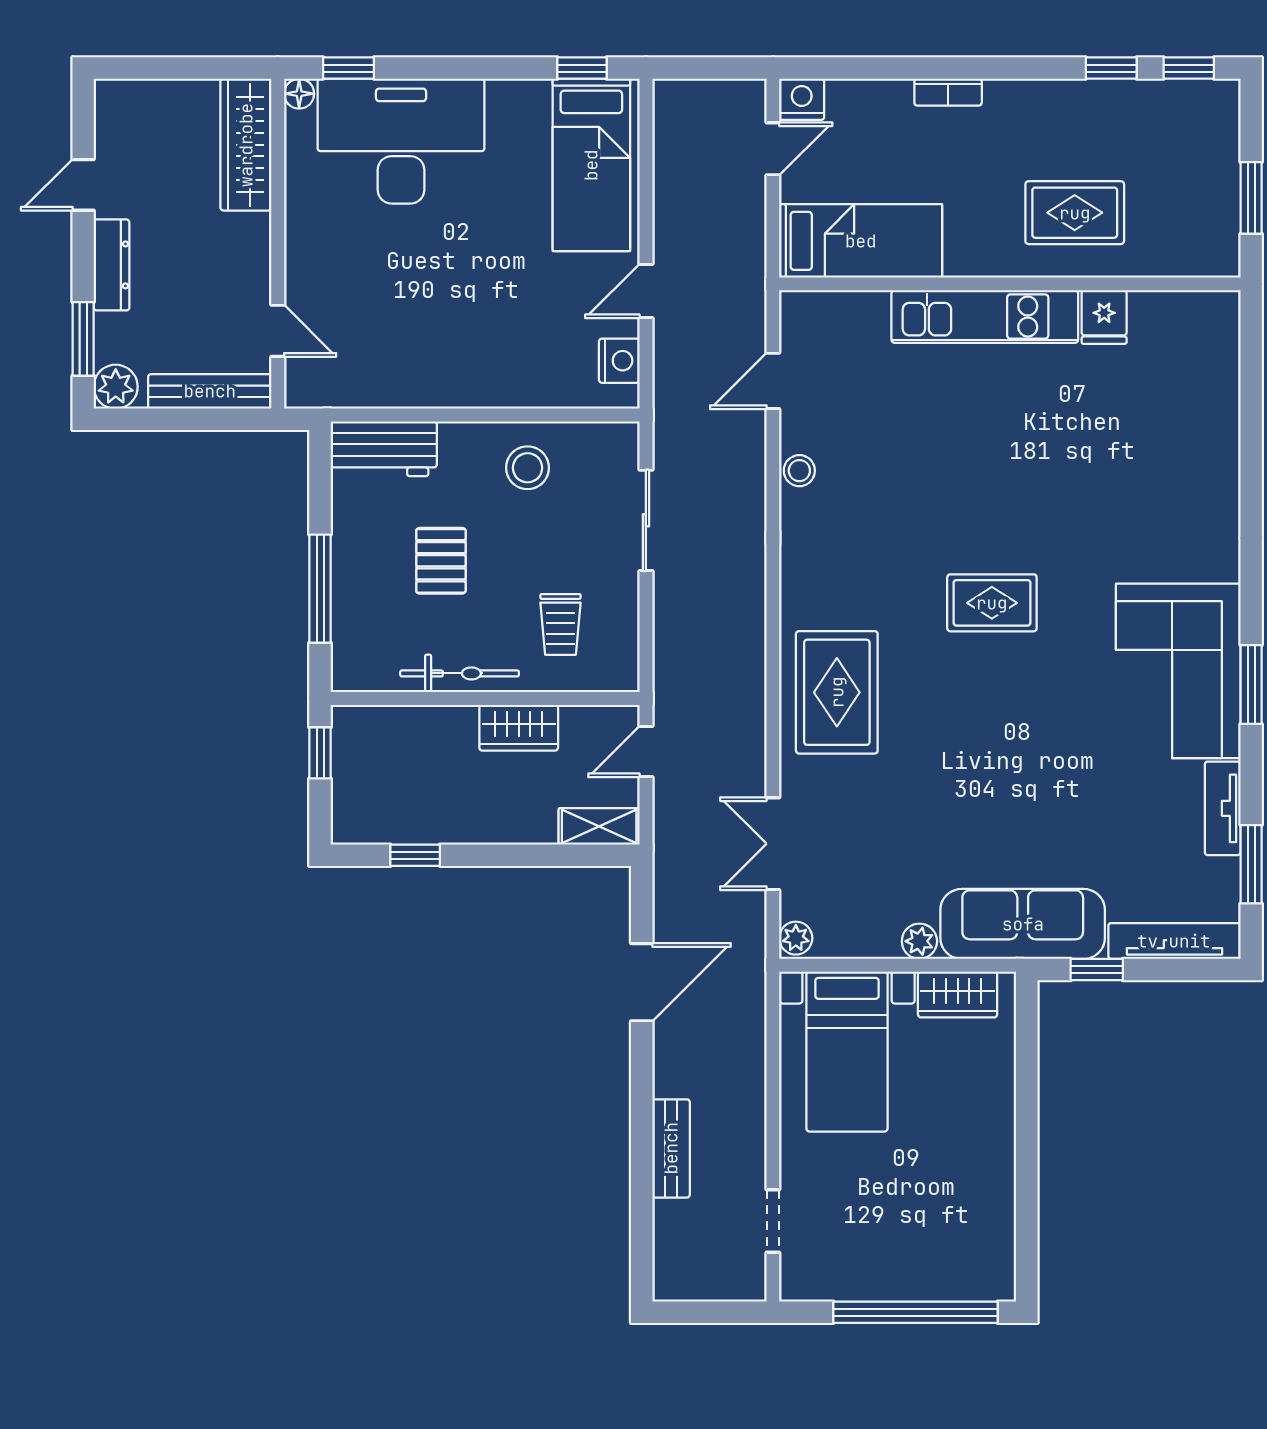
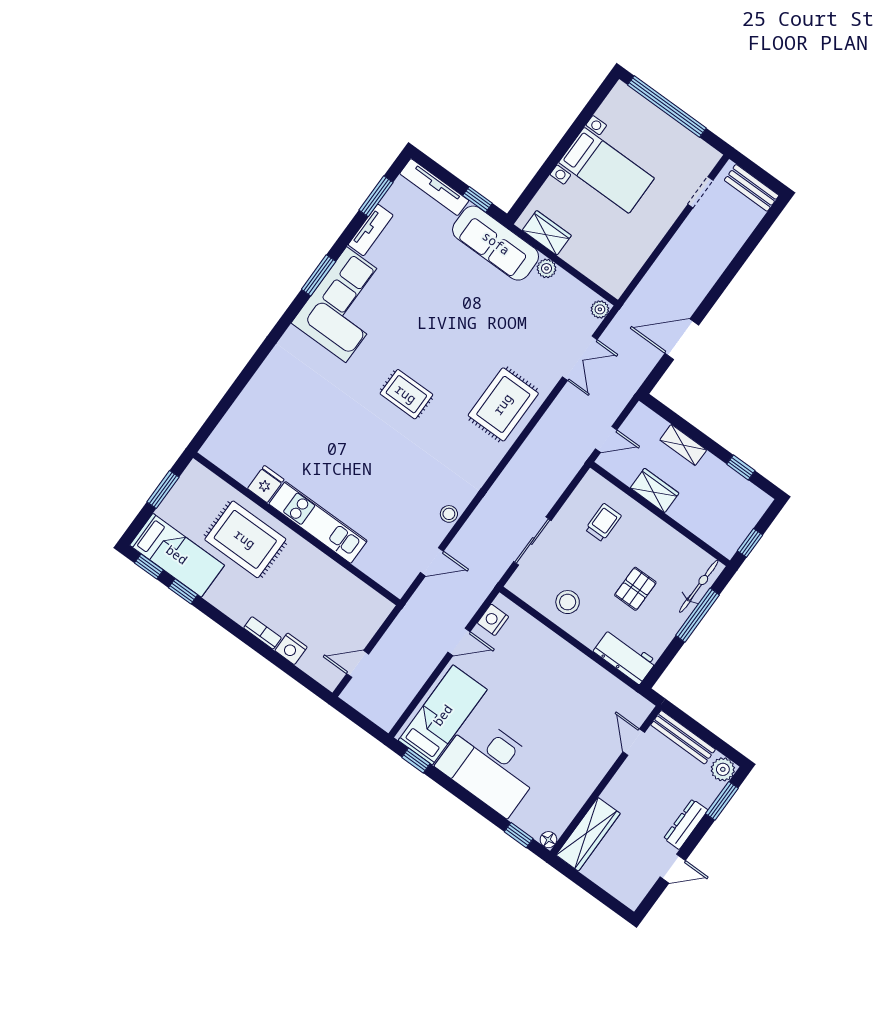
nightstand: (802, 99) -> (291, 649), moved
desk: (401, 141) -> (490, 766), moved
rug: (1075, 213) -> (245, 539), width x1.36, depth x1.43
bed: (861, 241) -> (177, 555), moved, turned 180
bicycle: (460, 673) -> (699, 586), moved, turned 90
shelving: (599, 826) -> (683, 445), moved
bed with nightstands: (847, 1052) -> (606, 170), moved, turned 90
bench: (671, 1148) -> (752, 188), moved, turned 90

